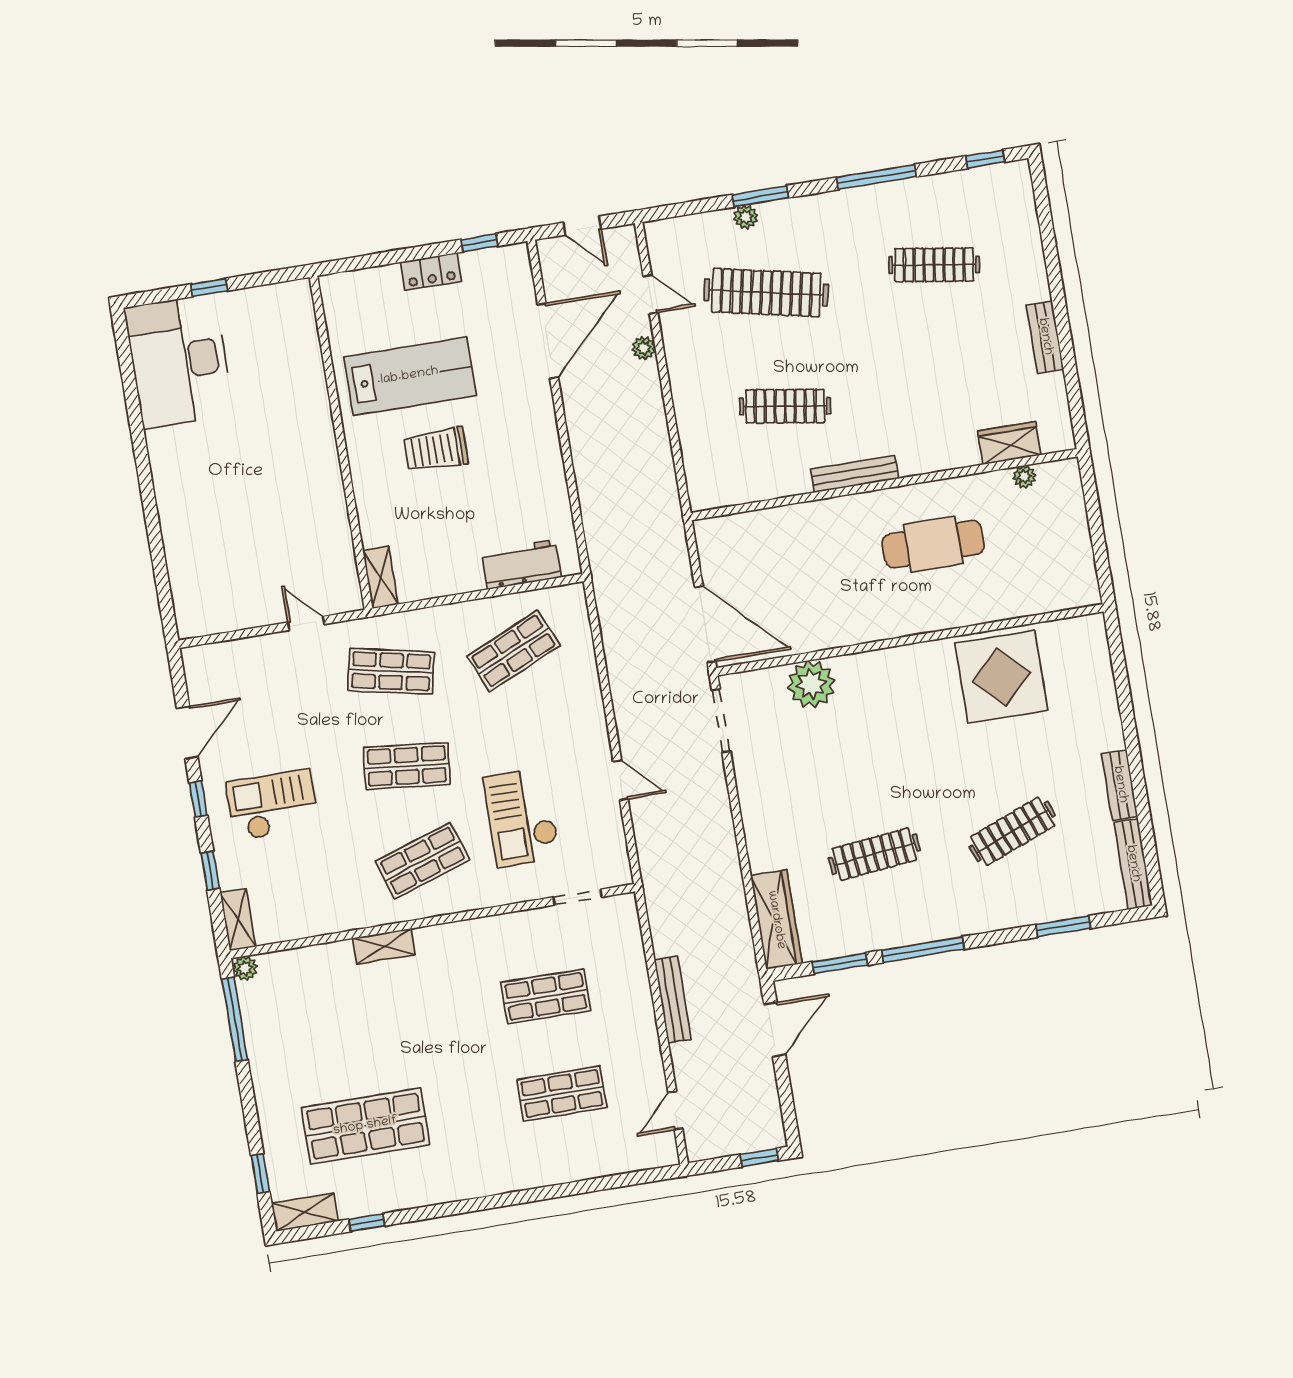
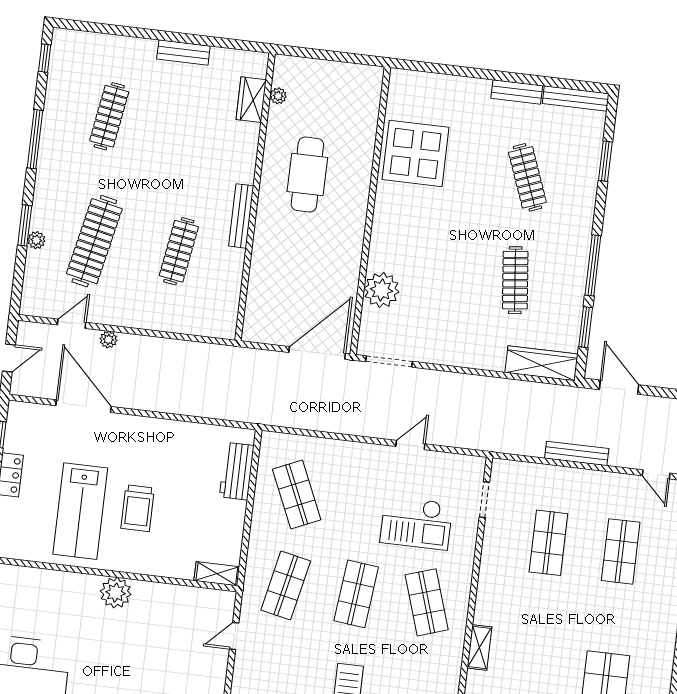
lab bench: (410, 376) -> (80, 511), turned 180
plant: (318, 453) -> (116, 593), added

